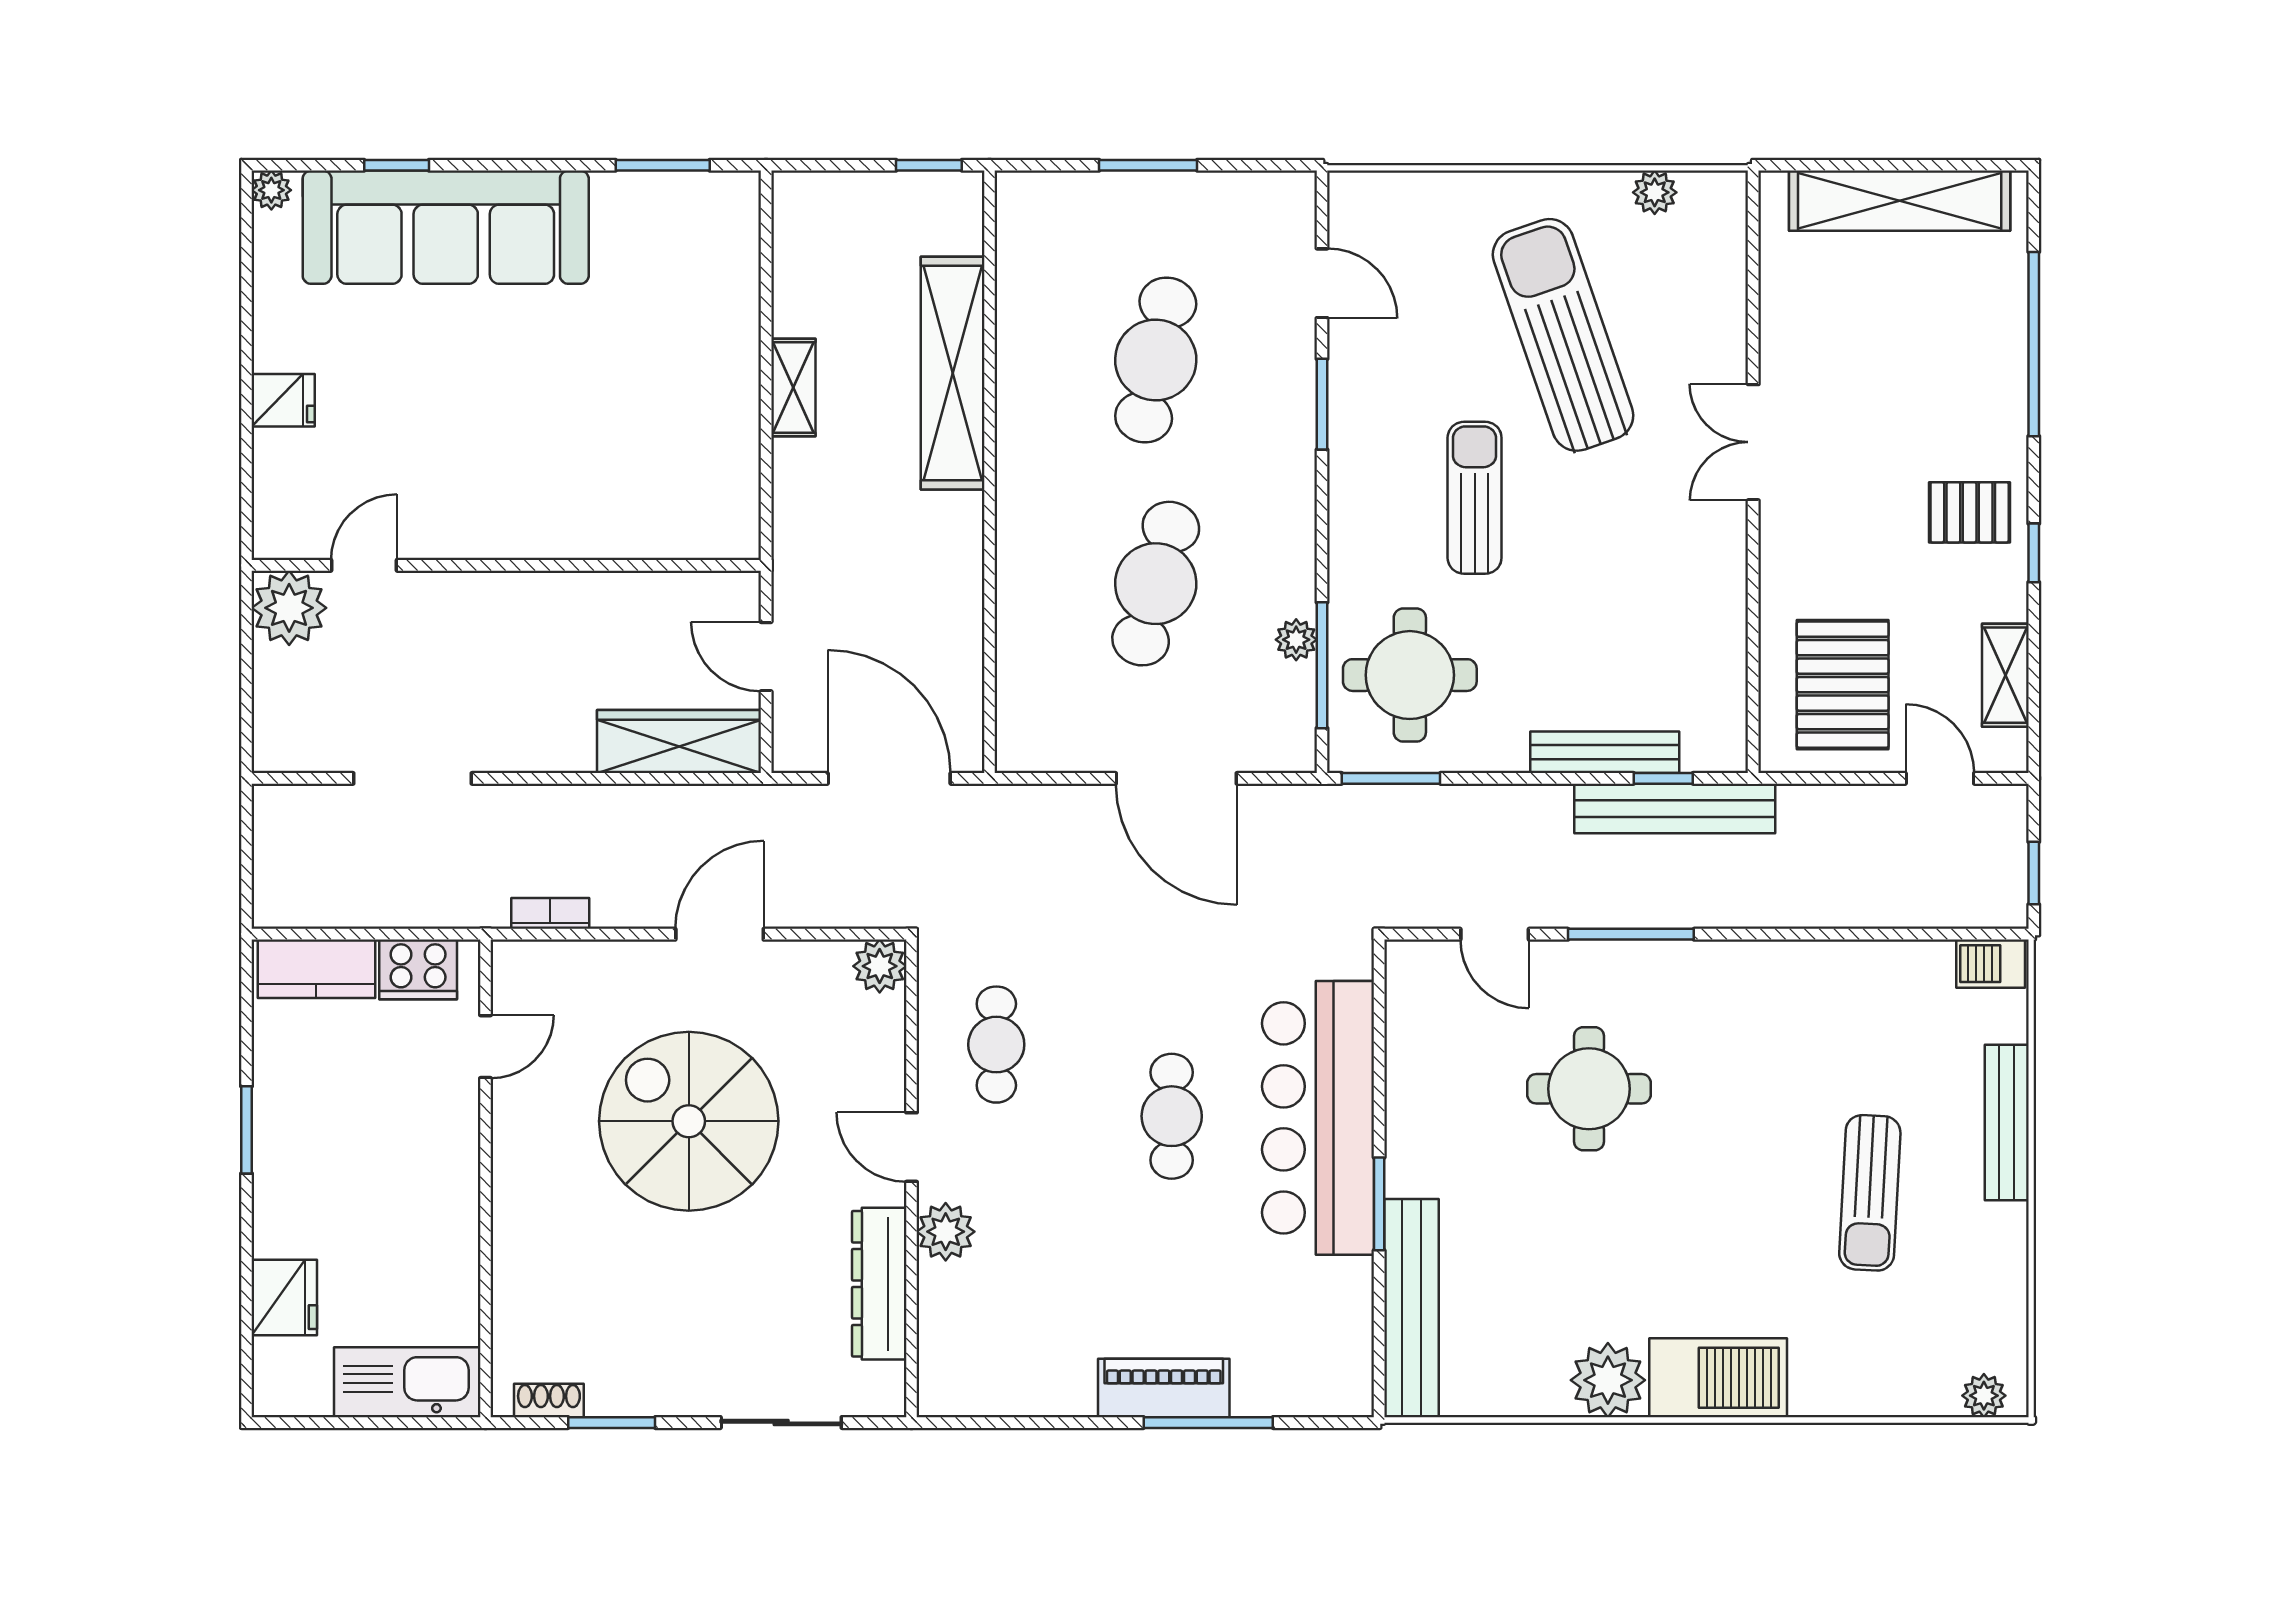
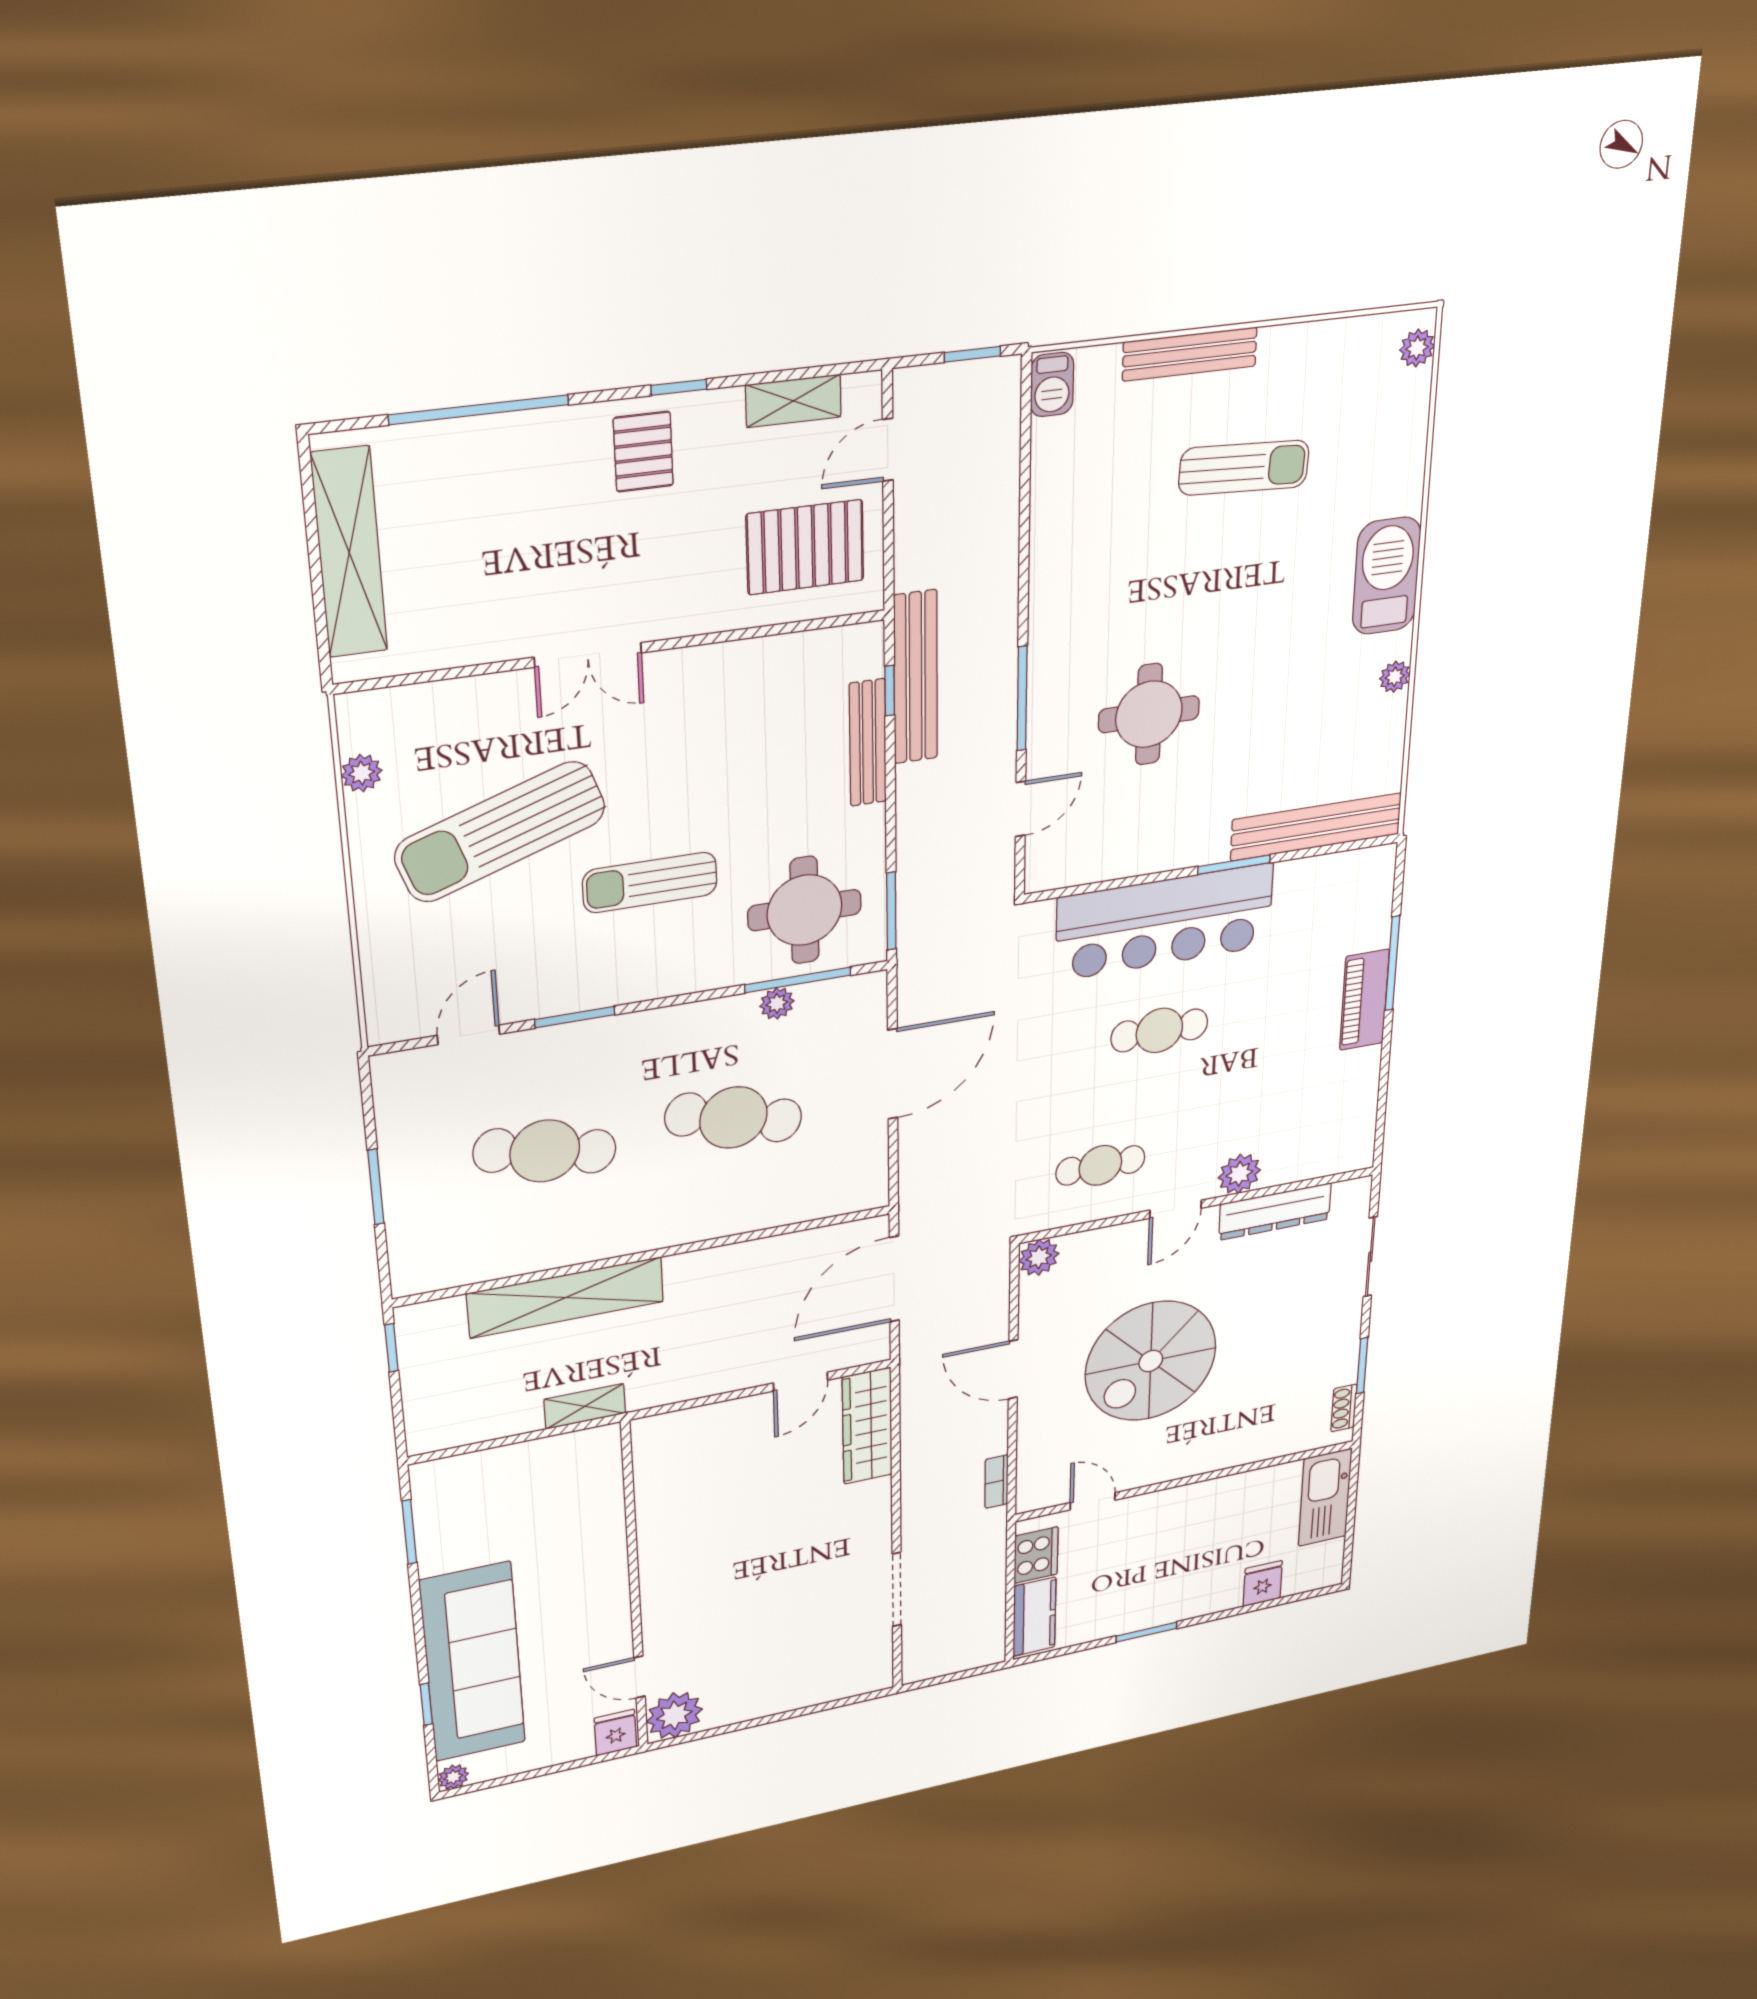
door: (364, 565) -> (639, 1677), moved
wall: (506, 565) -> (634, 1588), moved
plant: (289, 608) -> (674, 1715), moved
fridge: (284, 1298) -> (1263, 1584), width x0.72
plant: (1608, 1380) -> (1395, 677), width x0.53, depth x0.53

